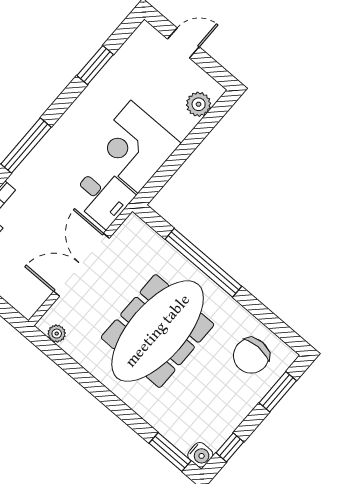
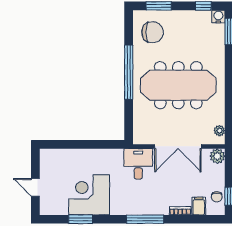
plant: (199, 104) -> (217, 156), moved
corner desk: (134, 147) -> (89, 195), moved, turned 180
window: (203, 263) -> (129, 72), moved

